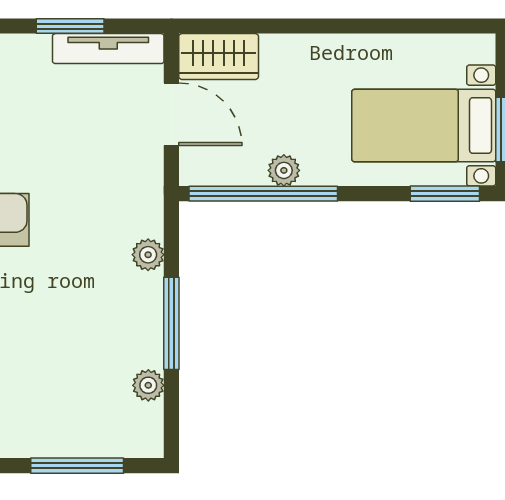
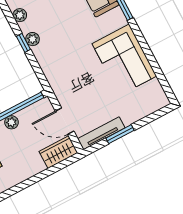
plant: (148, 255) -> (33, 39), moved
window: (171, 323) -> (23, 43), width x0.46

